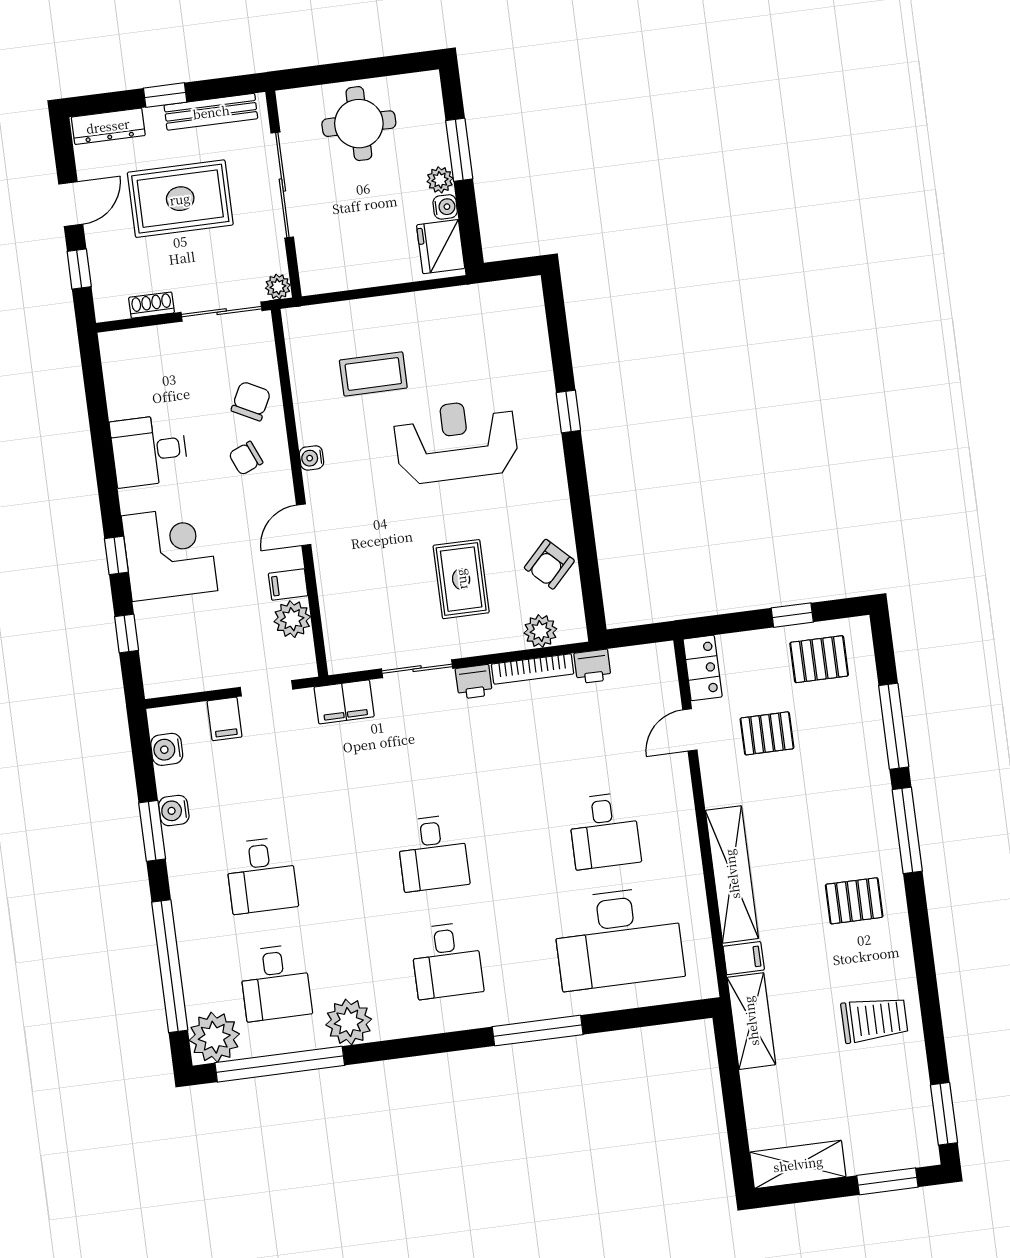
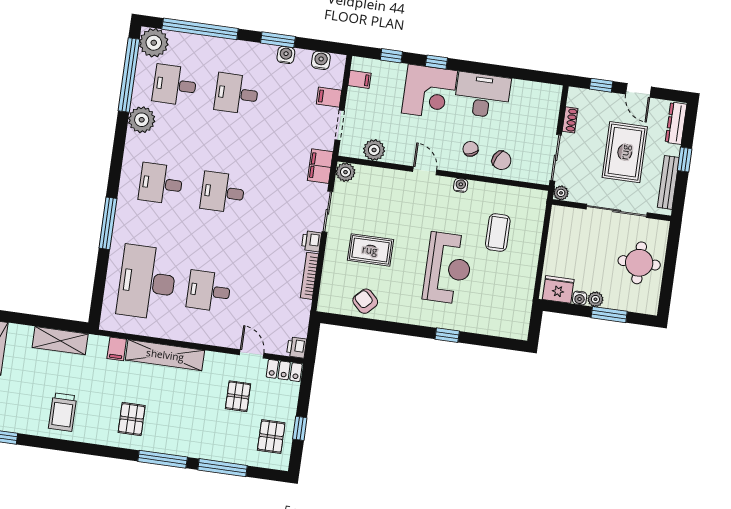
desk: (149, 451) -> (482, 95), width x1.37
filing cabinet: (288, 584) -> (359, 79), moved, turned 90
plant: (540, 631) -> (345, 172), moved
printer: (593, 666) -> (297, 347), moved
shelving: (751, 1021) -> (60, 341), moved

